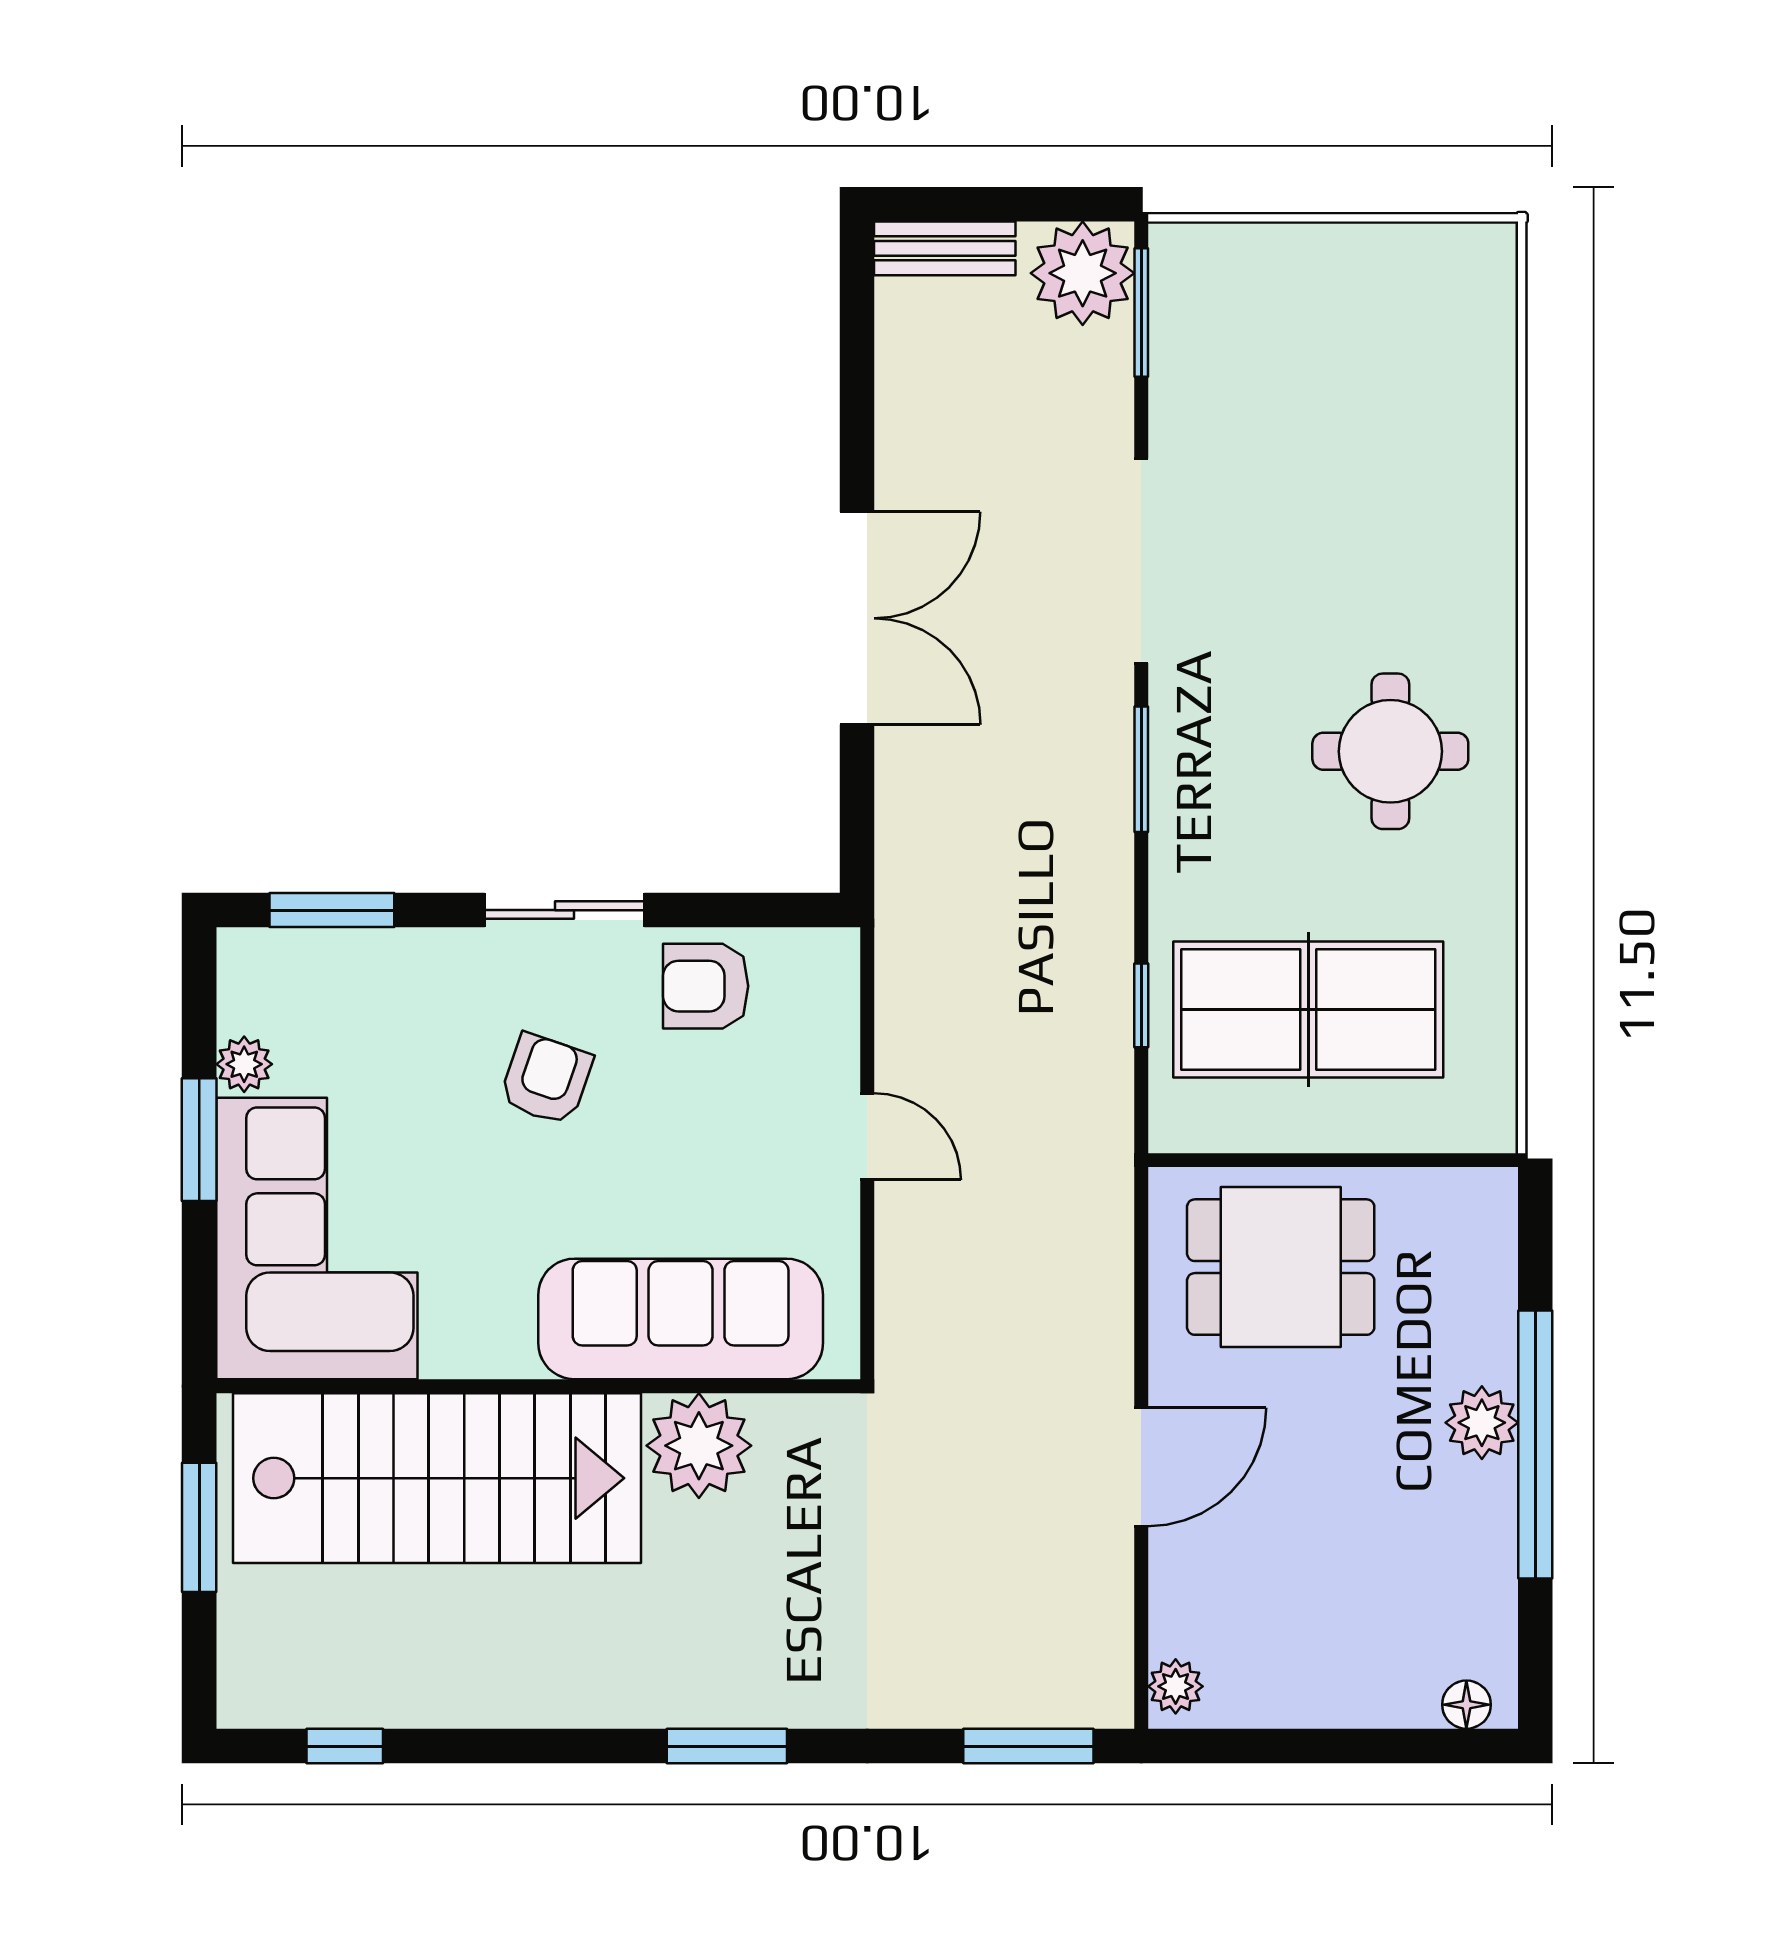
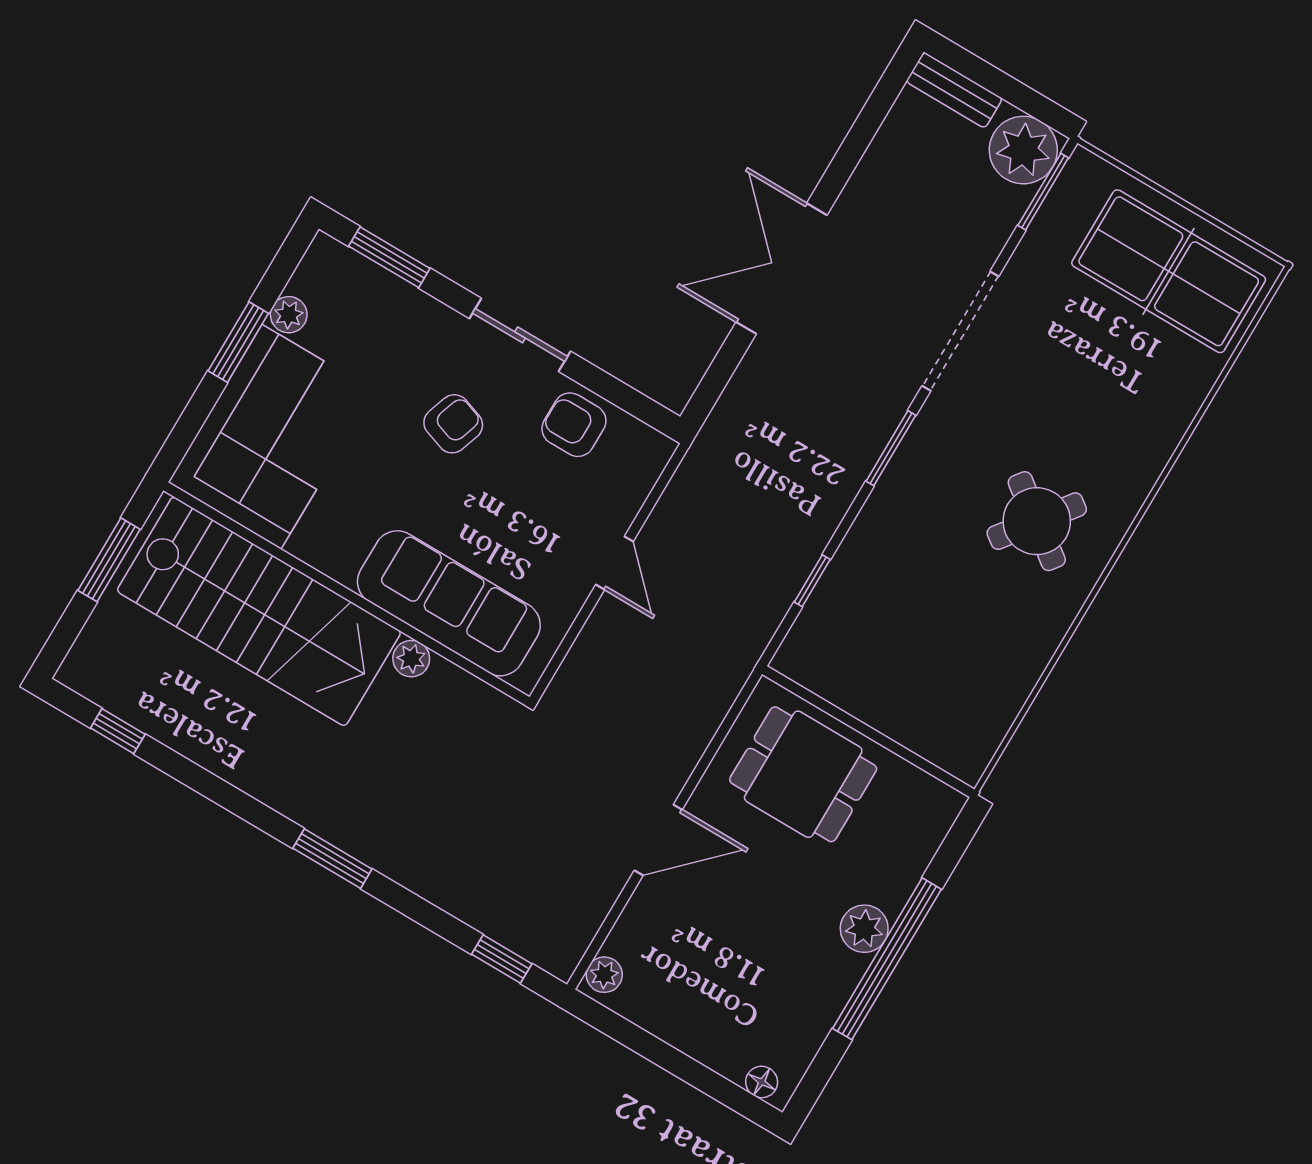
double door: (857, 618) -> (782, 269), swing flipped
round table: (1390, 751) -> (1037, 521), turned 37
table tennis table: (1308, 1009) -> (1169, 271), moved
plant: (699, 1446) -> (411, 659), width x0.53, depth x0.53
window: (1028, 1746) -> (502, 959), width x0.67

